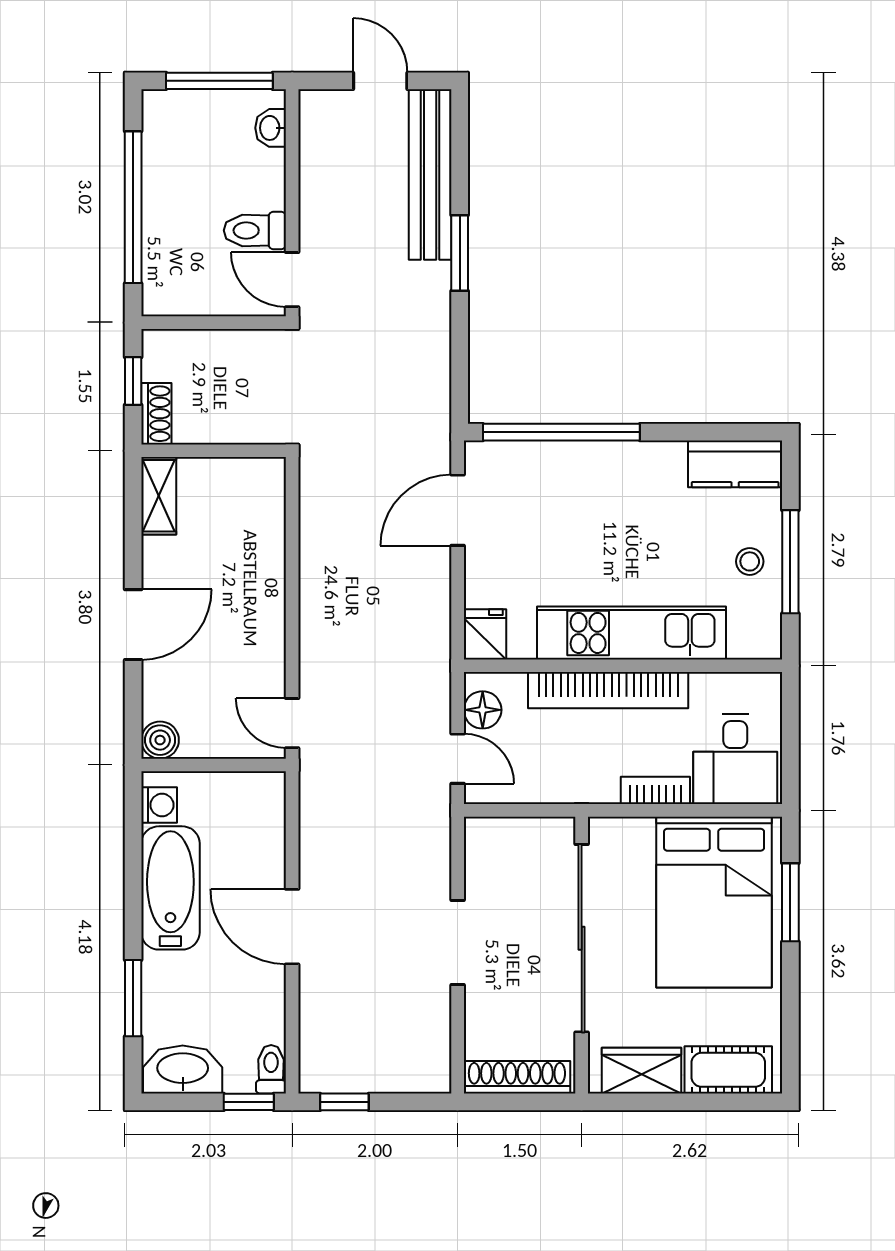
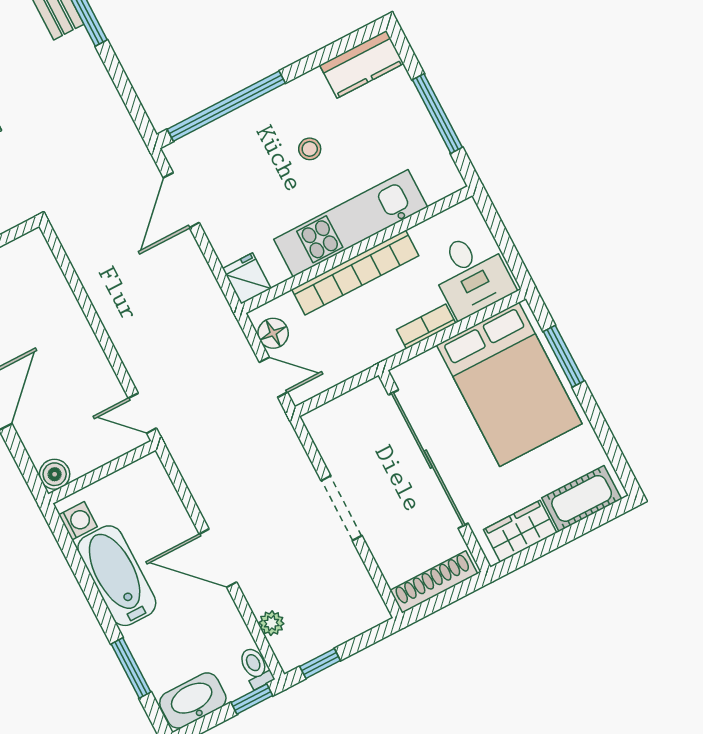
stool: (750, 561) -> (310, 149), moved
plant: (314, 1029) -> (271, 623), added

